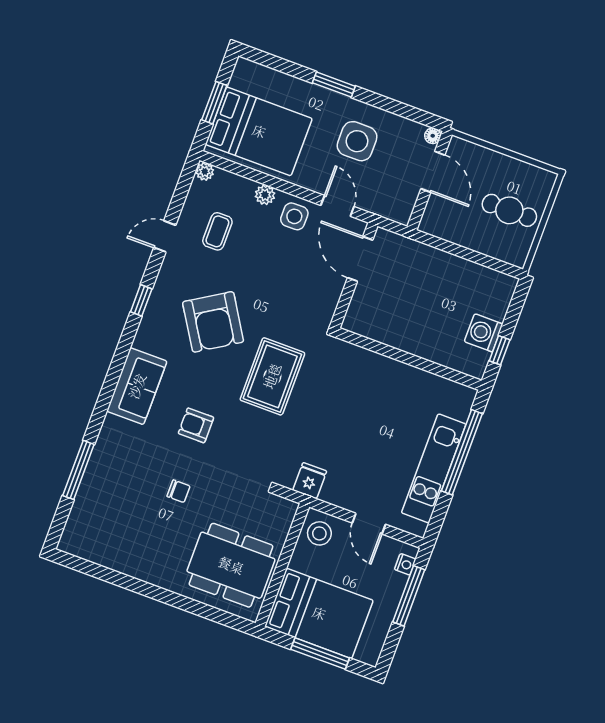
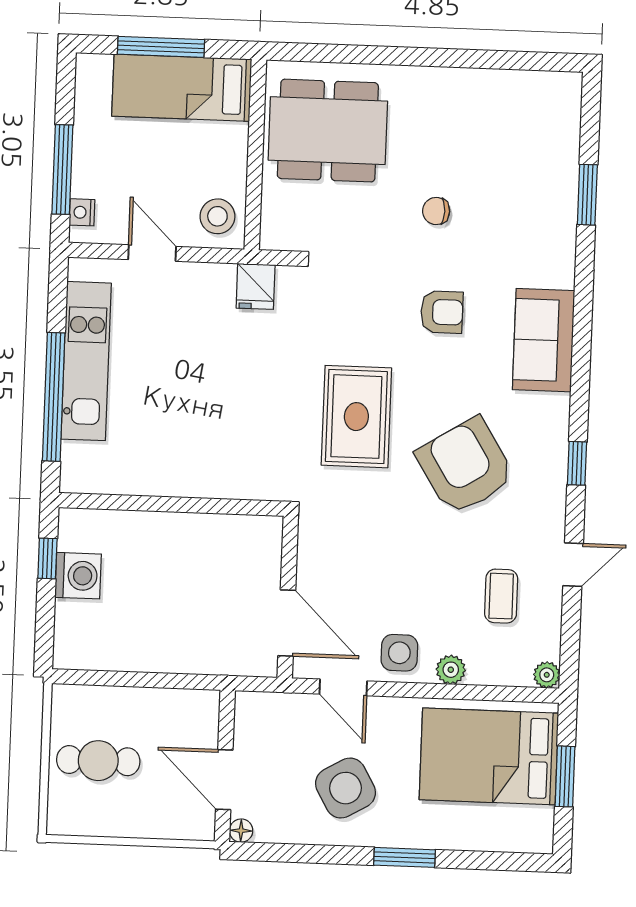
side table: (357, 141) -> (345, 788), turned -30
window: (78, 470) -> (587, 195), width x0.69
bed: (319, 613) -> (182, 88), width x0.67

